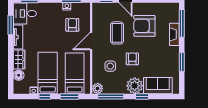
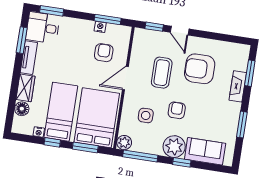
window: (182, 23) -> (250, 73), width x0.69
bed: (75, 73) -> (97, 118), width x1.50

